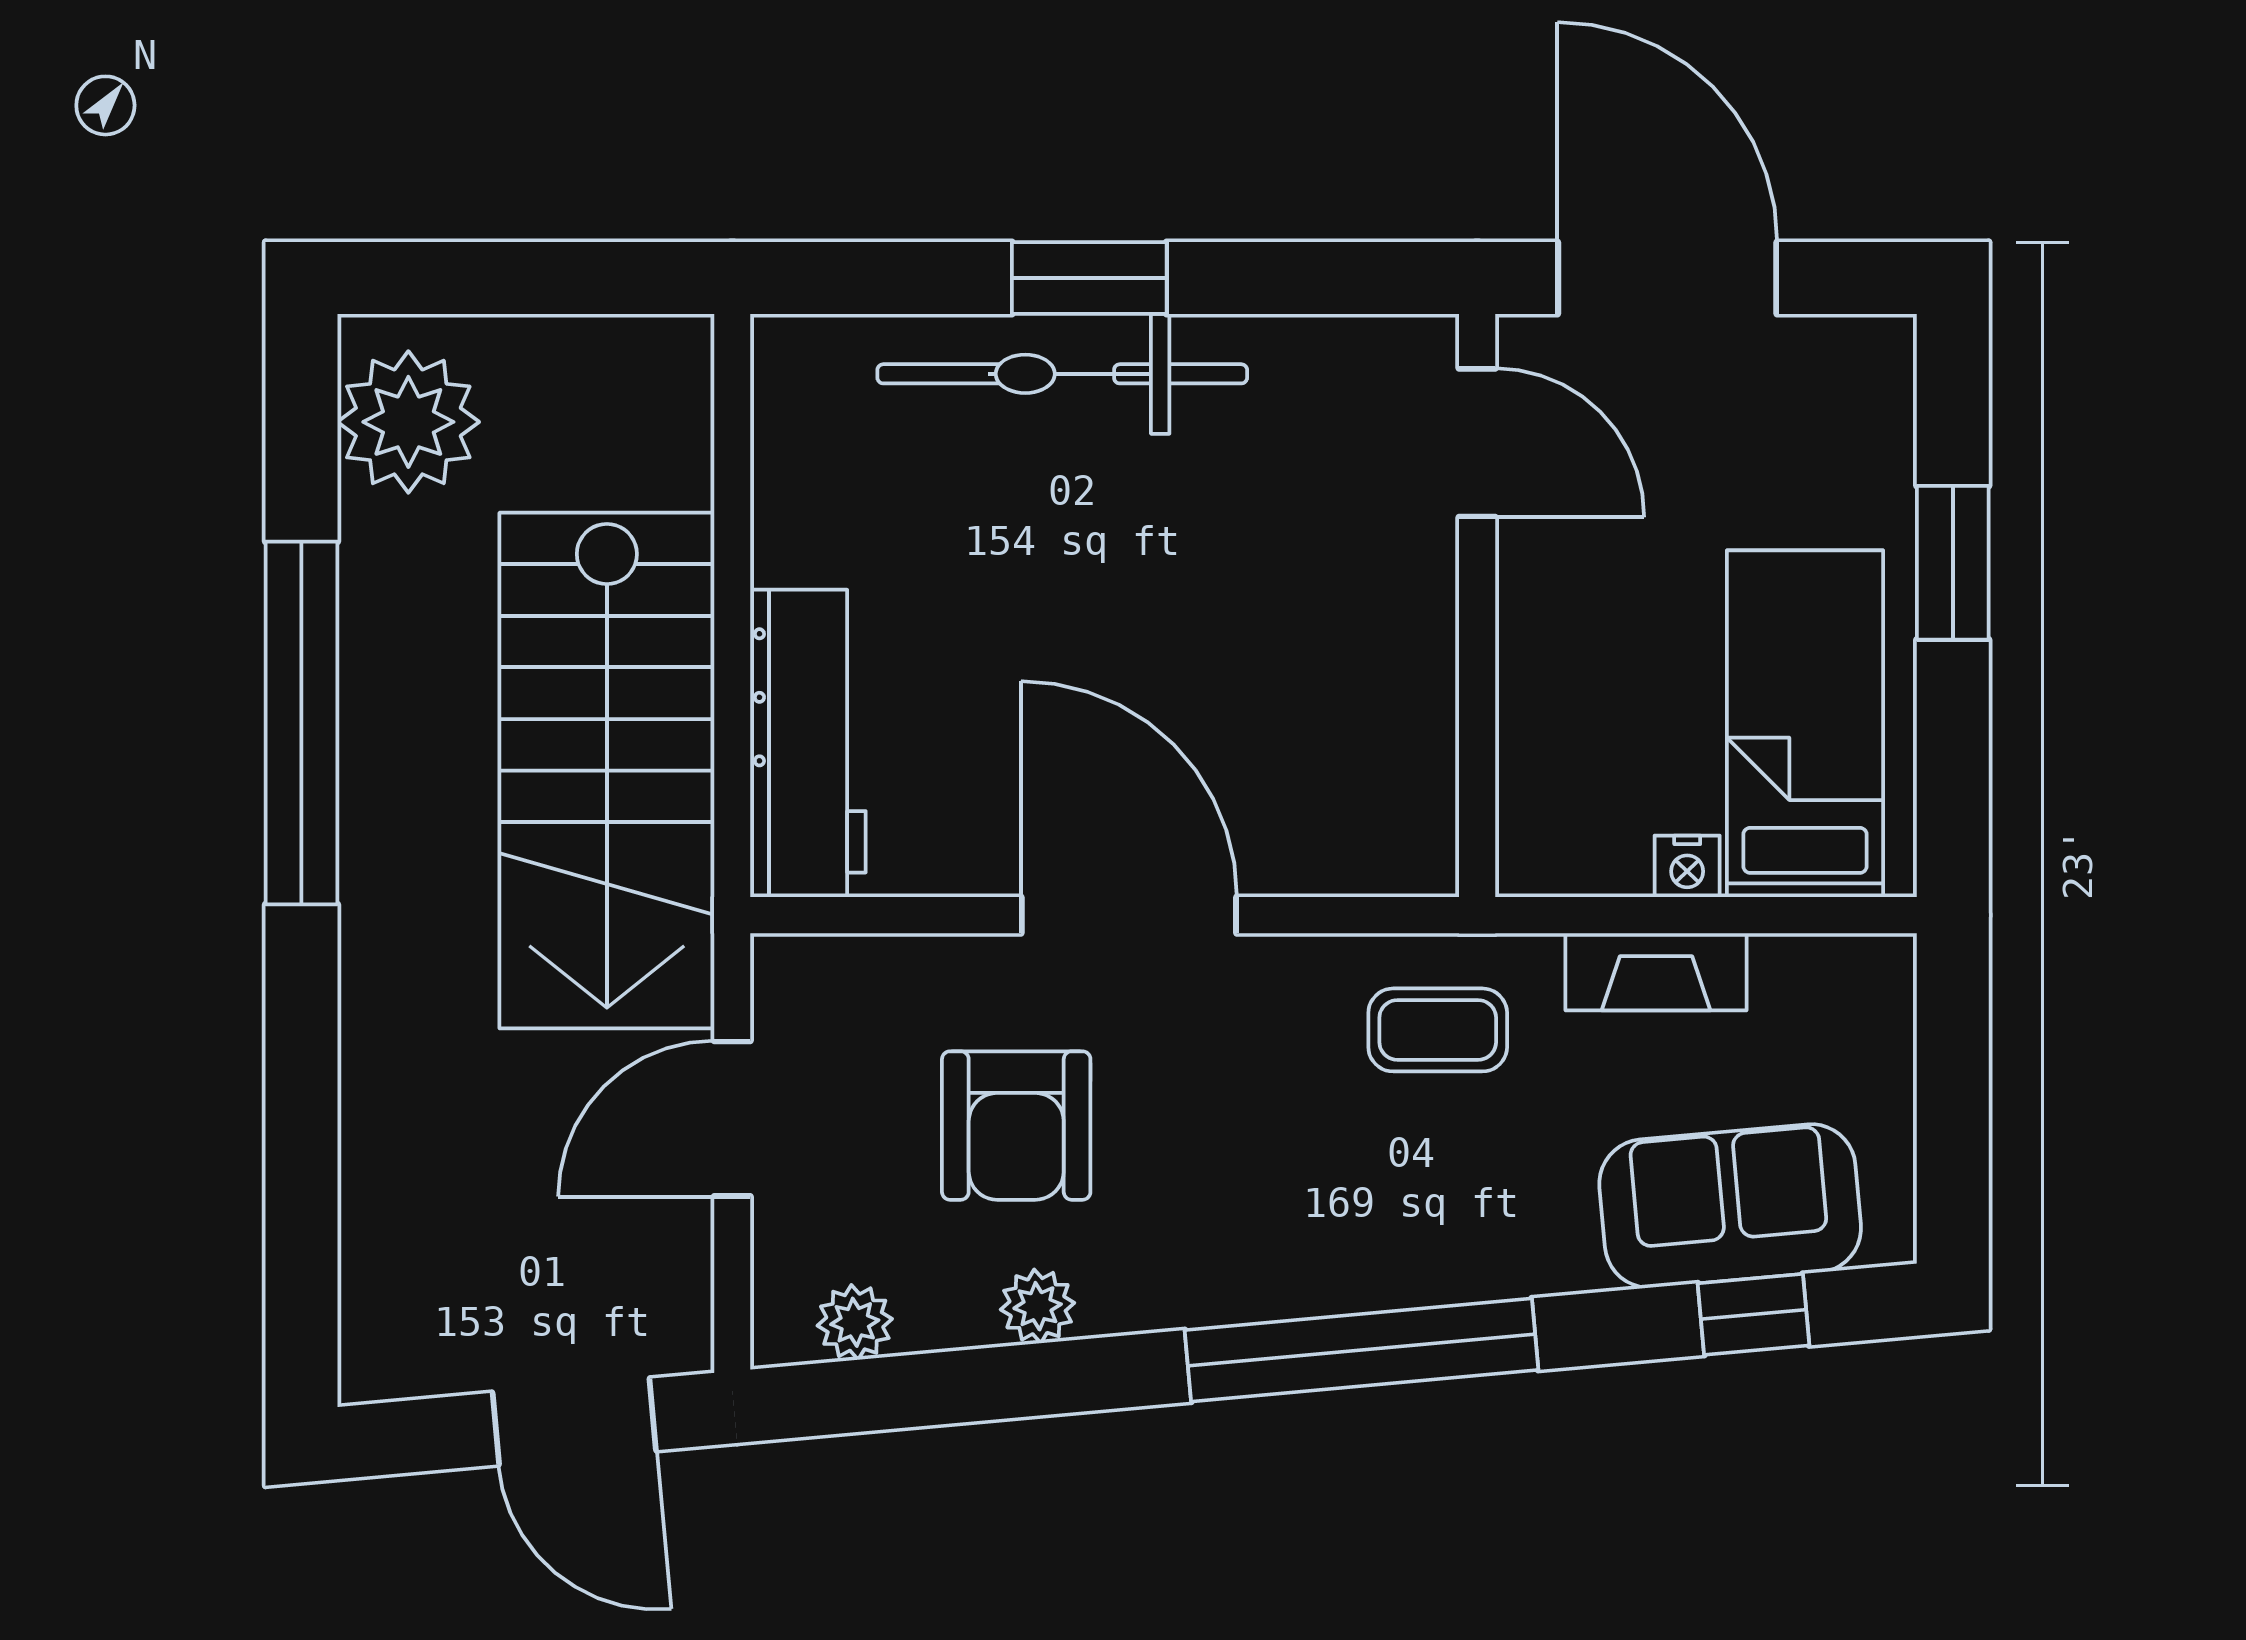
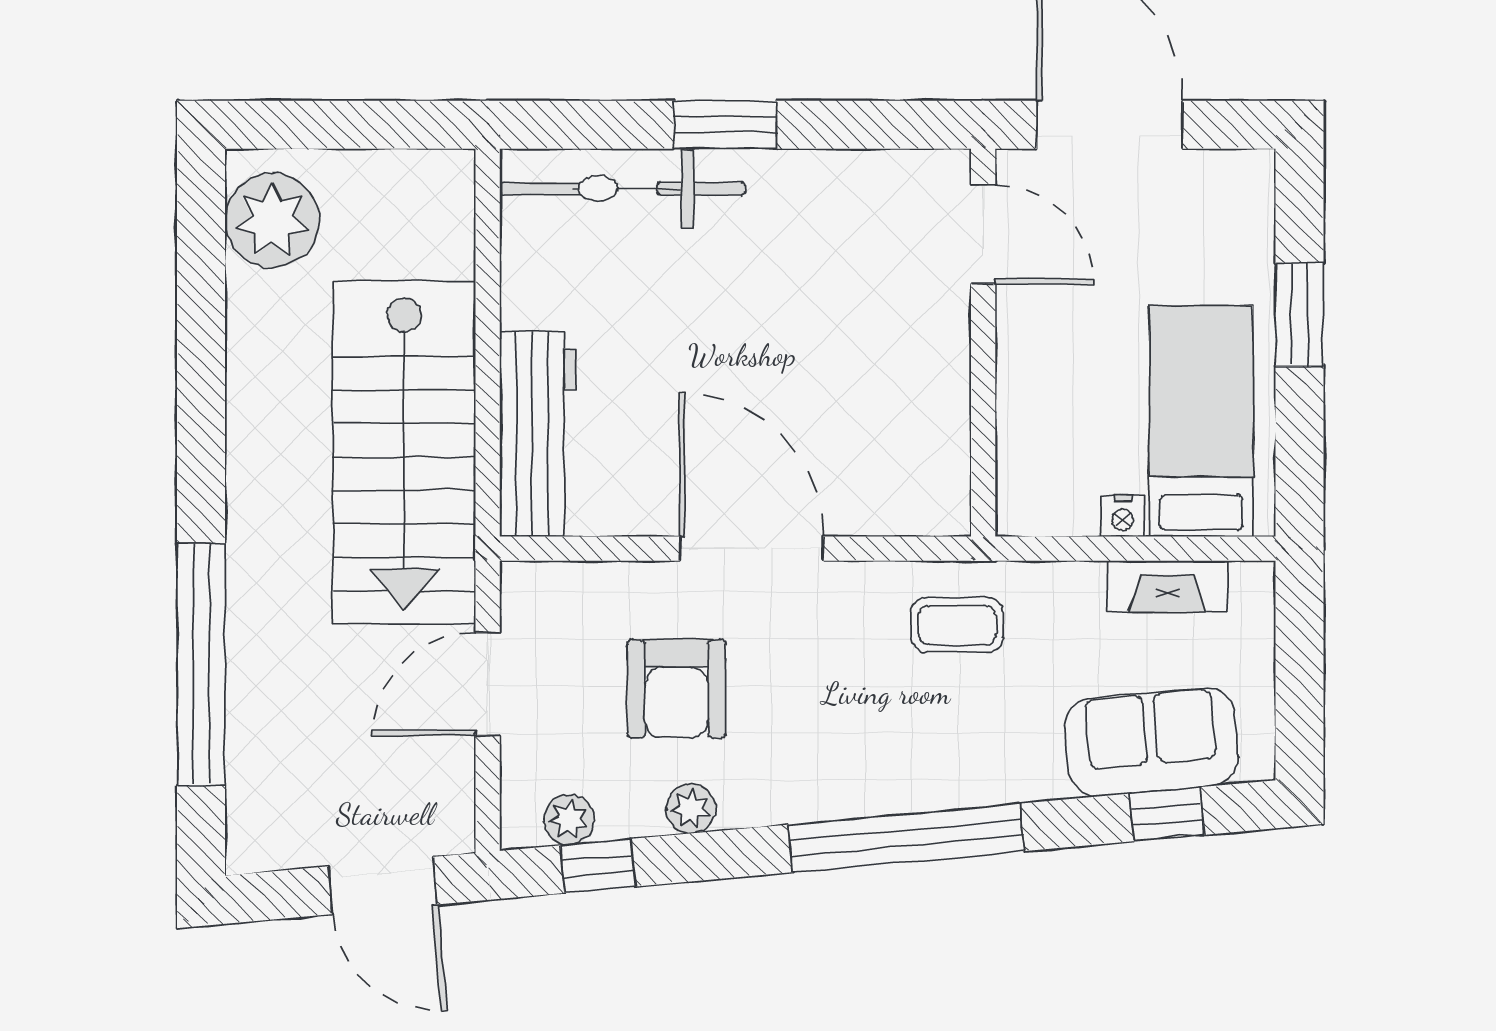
bicycle: (1062, 374) -> (623, 189), moved
window: (301, 723) -> (201, 664), moved
fireplace: (1656, 972) -> (1168, 586), moved
window: (898, 1392) -> (598, 866), added

